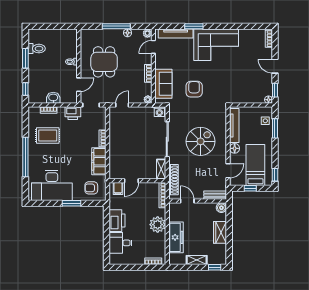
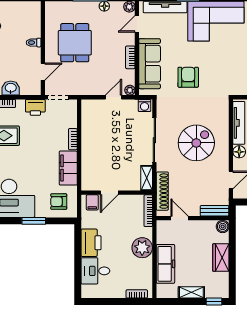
sofa: (163, 84) -> (150, 64), width x1.36
door: (122, 105) -> (114, 97), moved

